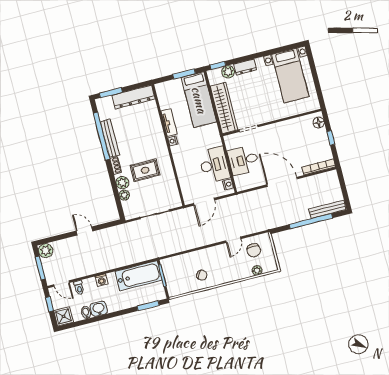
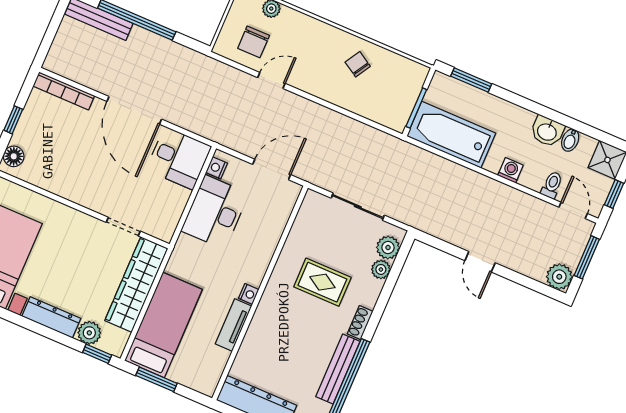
dresser: (245, 67) -> (51, 317), width x1.44
desk: (243, 160) -> (179, 158), moved
plant: (122, 183) -> (388, 247), moved
chair: (254, 250) -> (254, 42), turned 180

